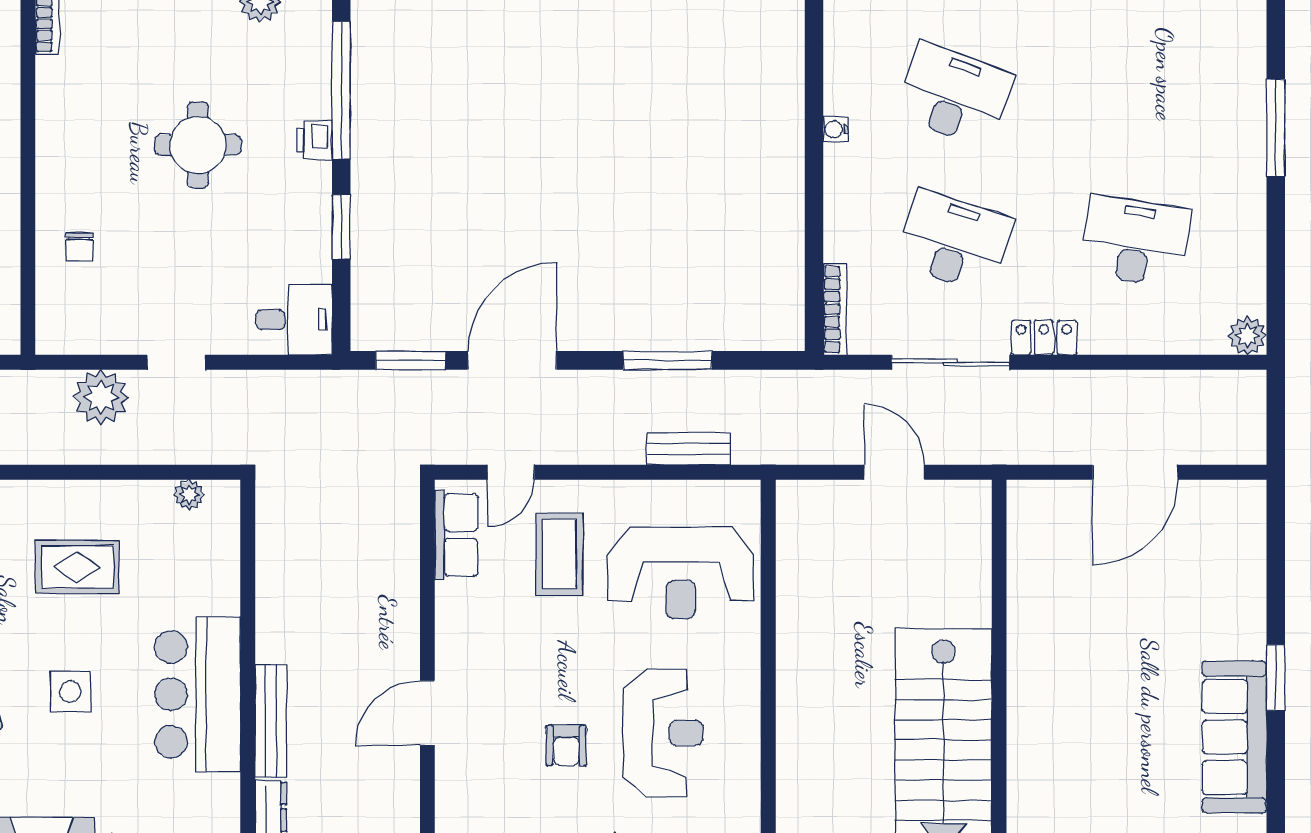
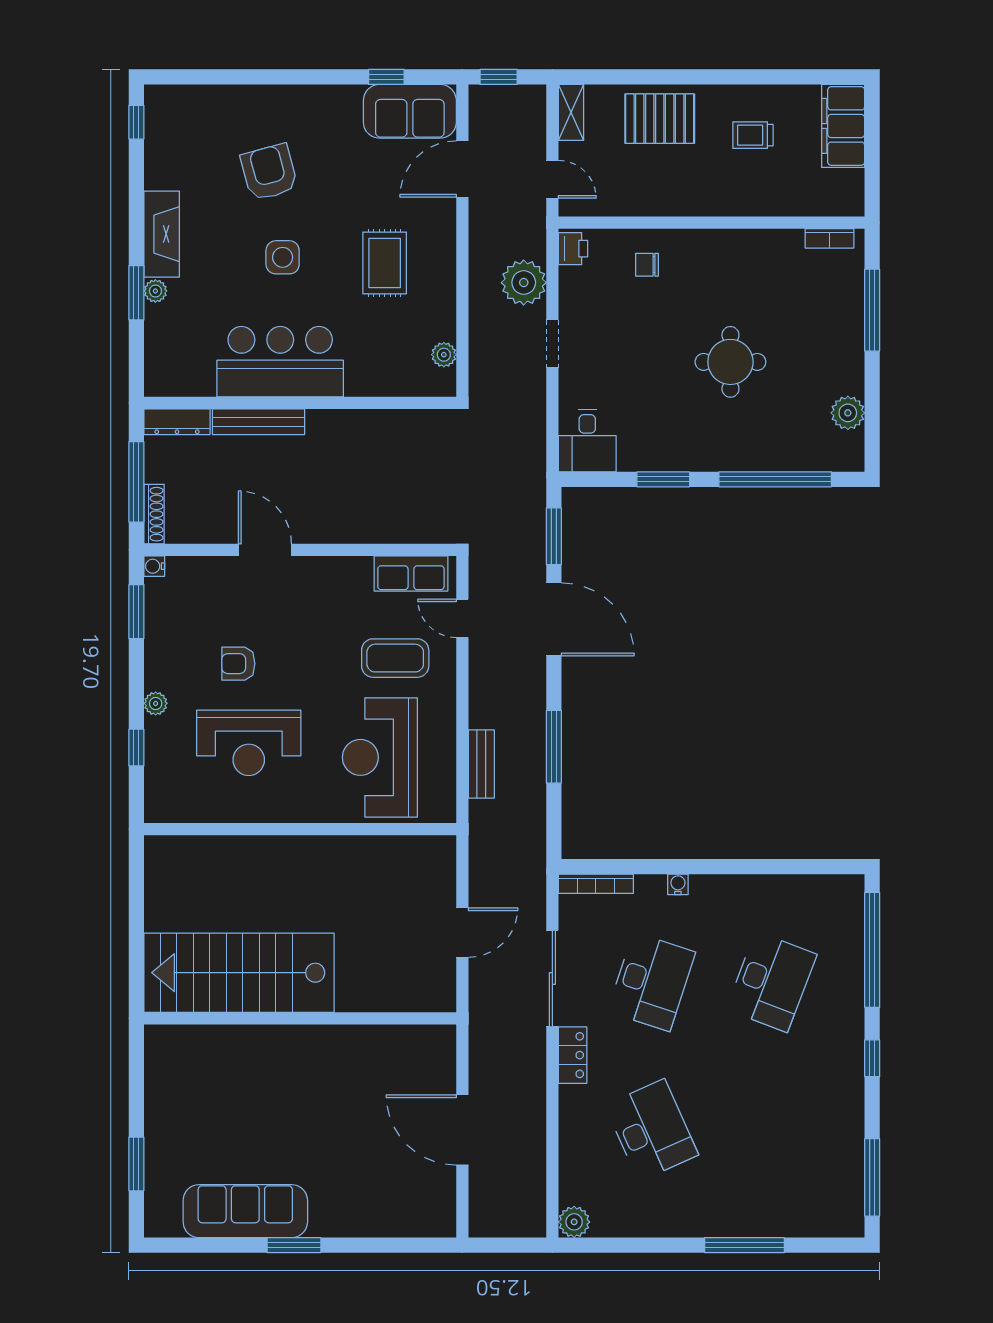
water cooler: (836, 129) -> (678, 884), moved
printer: (314, 140) -> (573, 249), moved, turned 90
desk: (1135, 241) -> (652, 1130), turned -33

